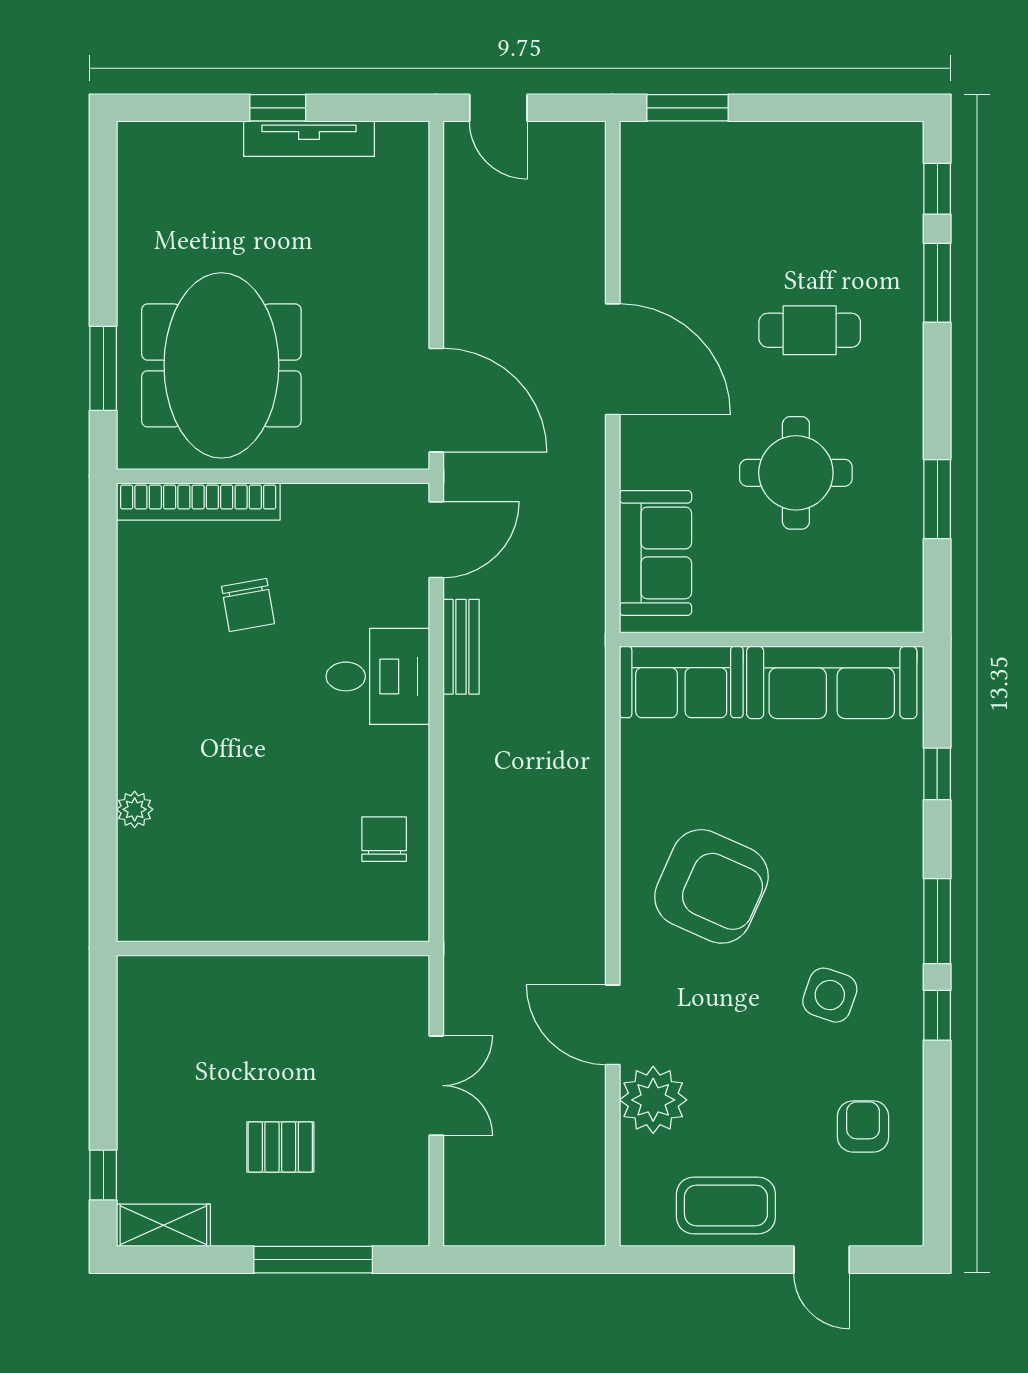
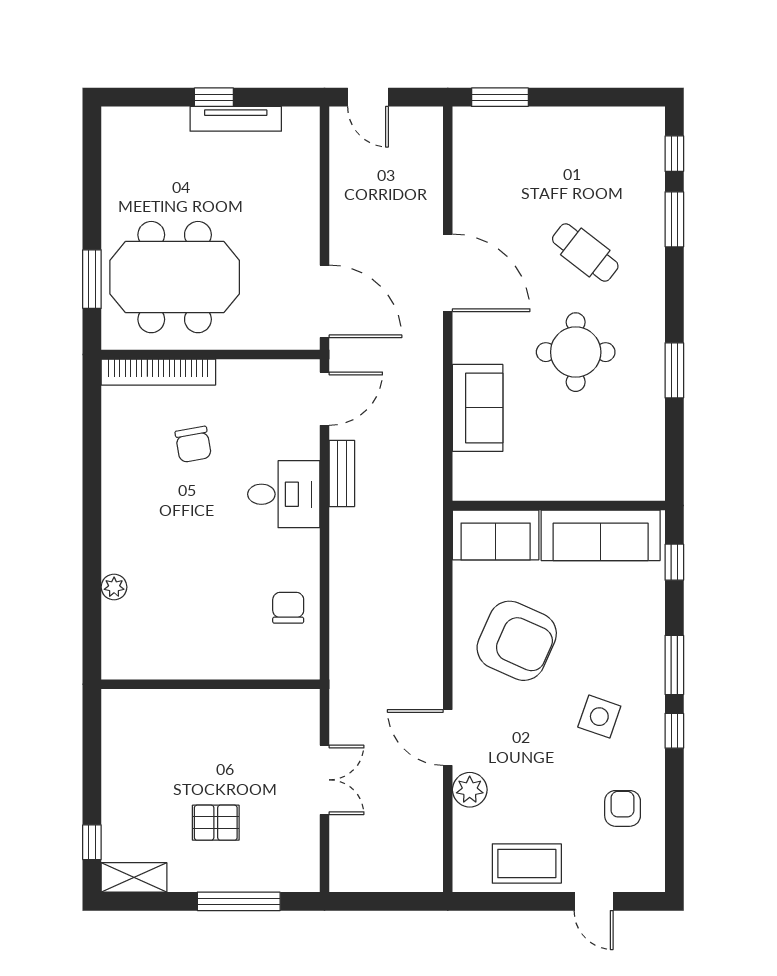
cafe table: (810, 330) -> (585, 253), turned 38
meeting table: (221, 365) -> (175, 277), turned 90
wall: (772, 640) -> (559, 505), moved
sofa: (681, 682) -> (496, 535), moved
sofa: (832, 682) -> (601, 535), moved
plant: (653, 1100) -> (470, 790), width x0.73, depth x0.73

